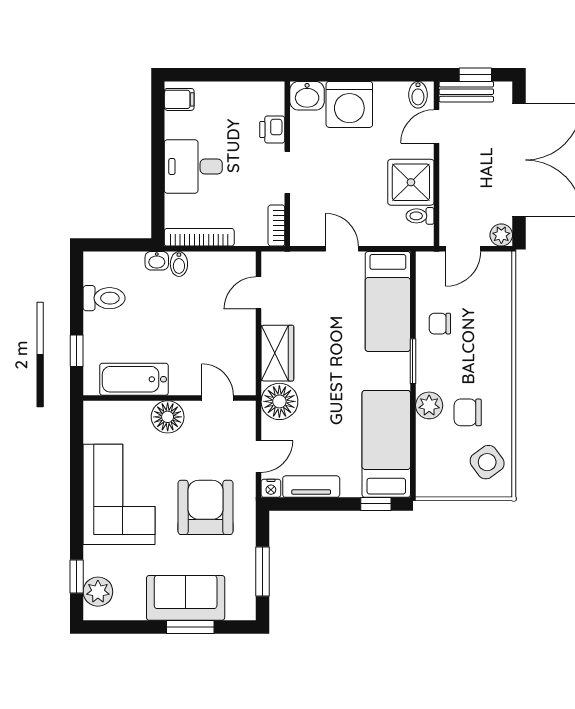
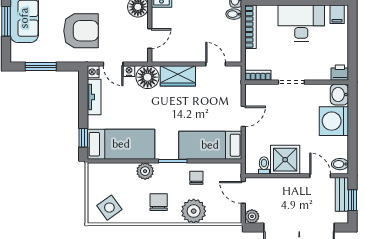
printer: (272, 129) -> (340, 73), moved
desk: (193, 166) -> (301, 23), width x1.37
plant: (493, 328) -> (194, 211), added
chair: (468, 412) -> (159, 202), moved
nightstand: (270, 431) -> (129, 71), added

